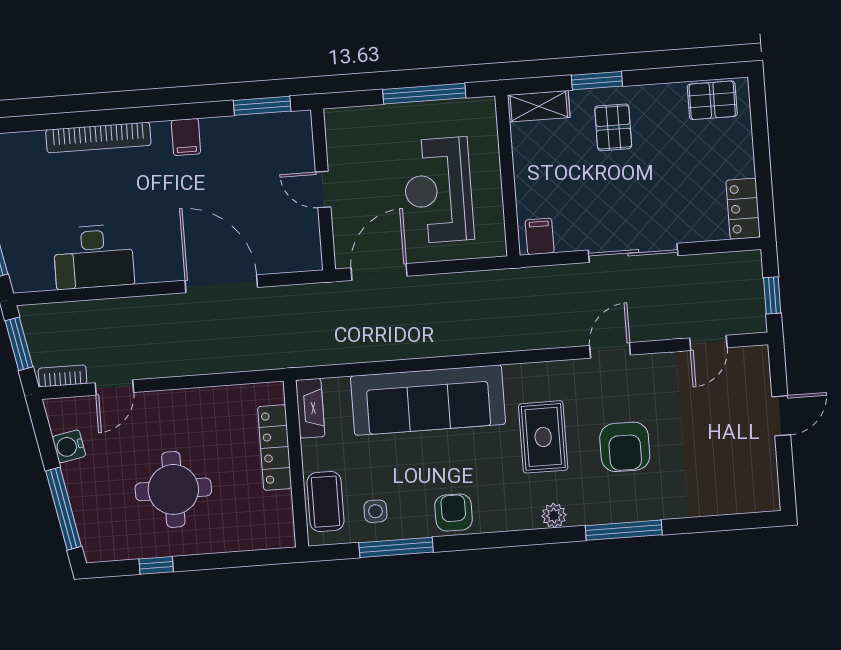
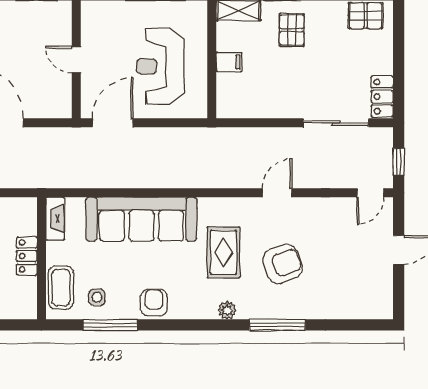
filing cabinet: (540, 236) -> (229, 62), moved, turned 90
sliding door: (633, 253) -> (336, 123), moved
door: (708, 343) -> (370, 193), moved
armchair: (625, 447) -> (283, 264), turned -110
locker: (275, 448) -> (27, 256), width x0.66

